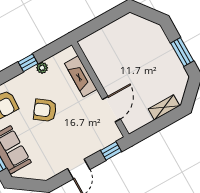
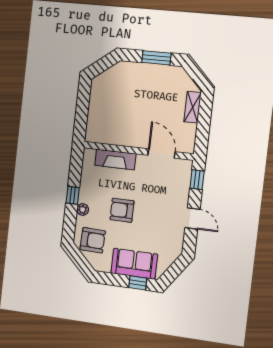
plant: (42, 68) -> (83, 210), moved
armchair: (45, 110) -> (122, 210), turned 54

